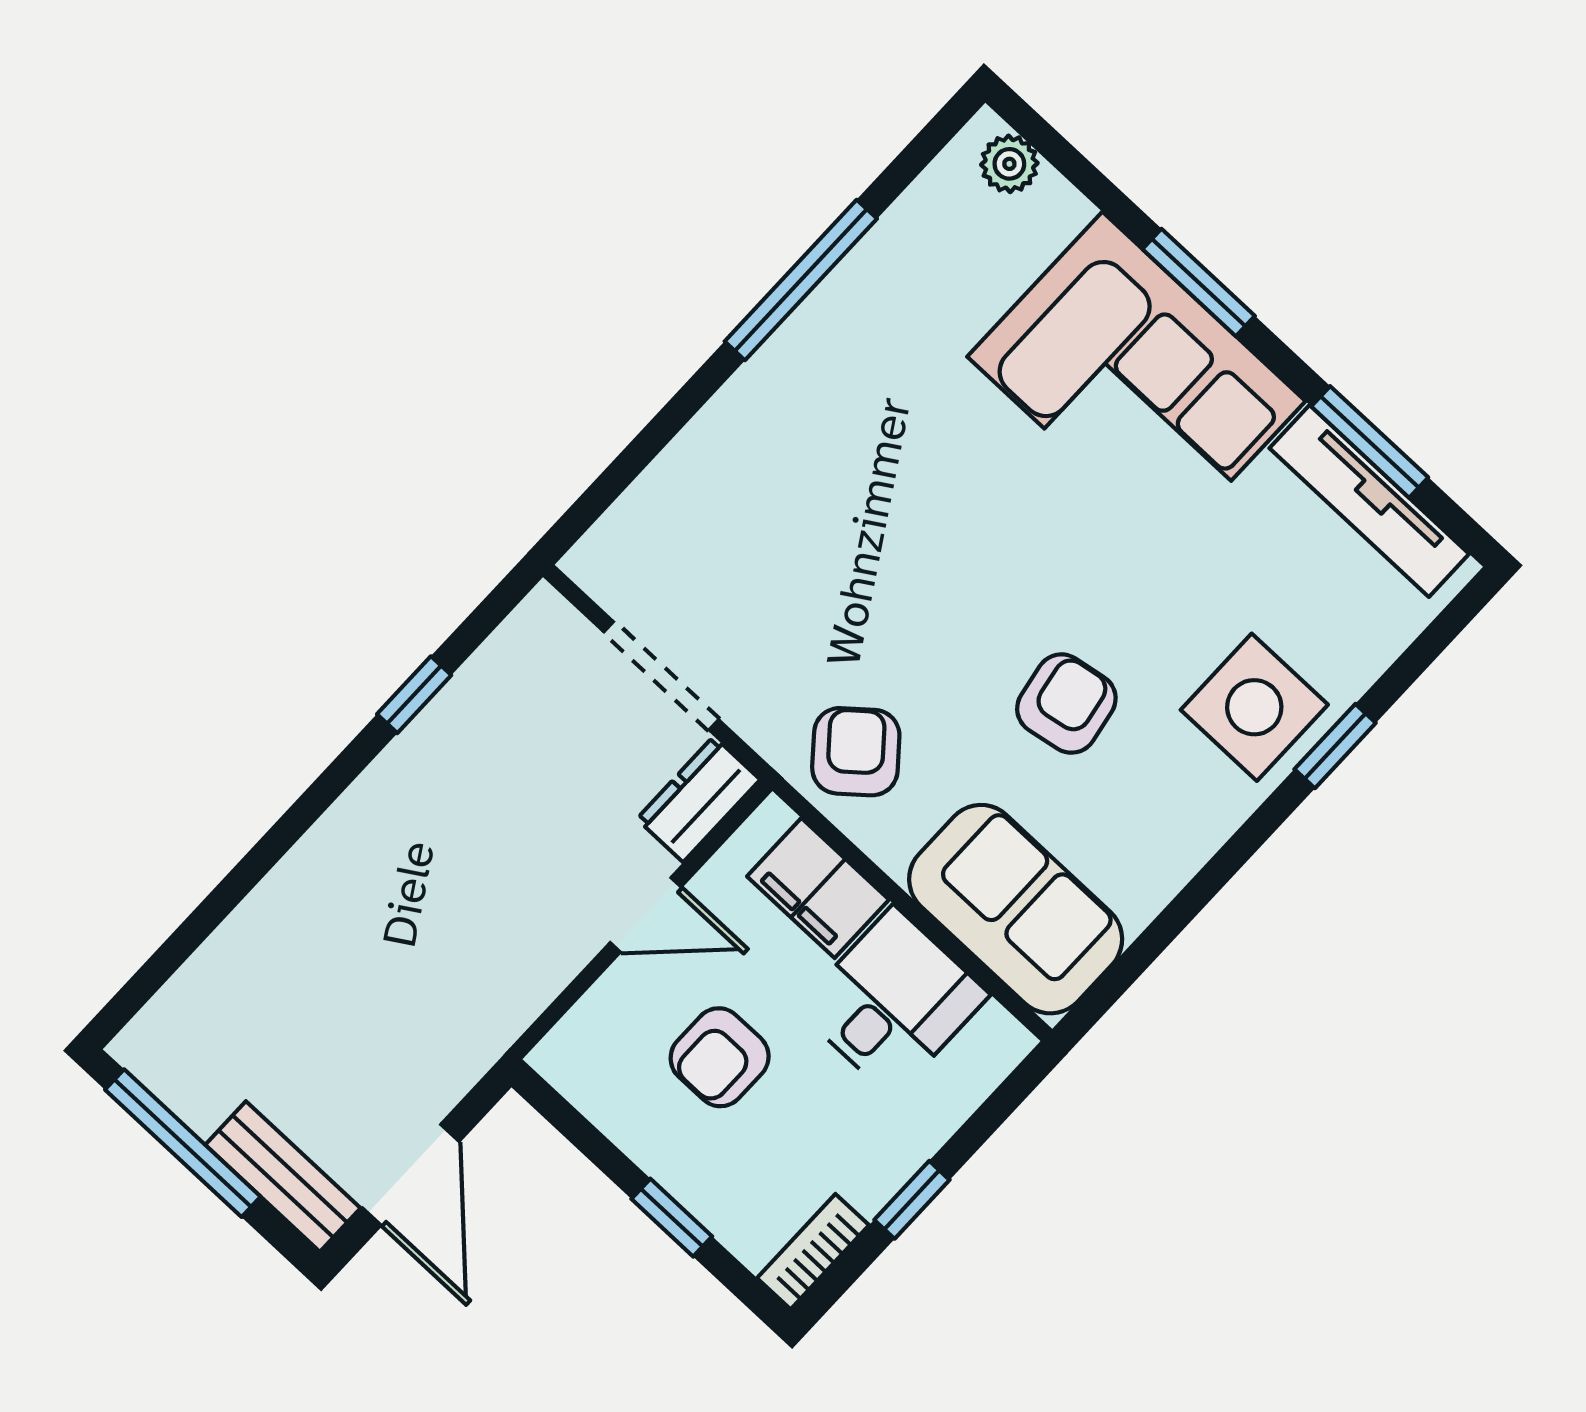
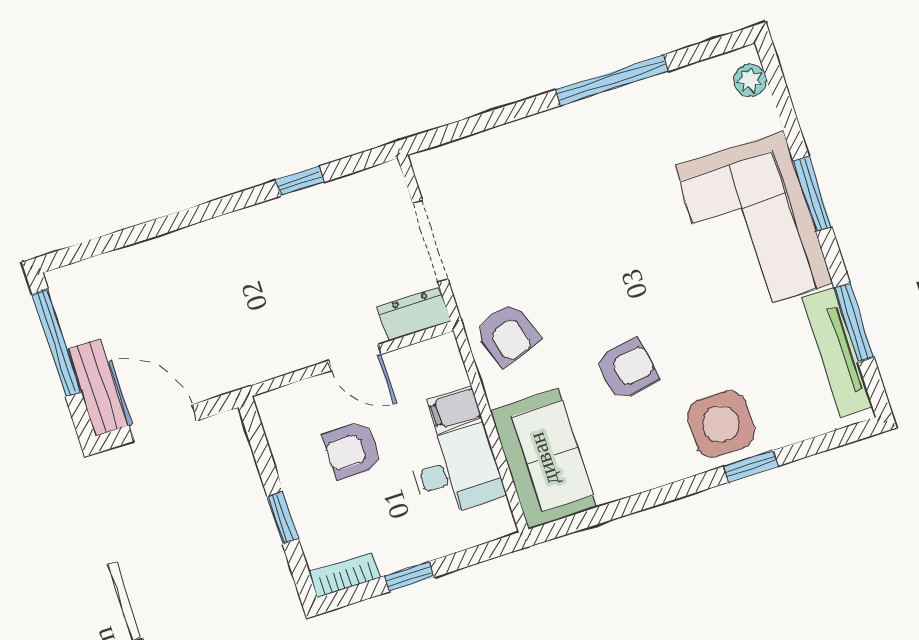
armchair: (856, 752) -> (507, 334), turned 111
filing cabinet: (818, 888) -> (455, 409), width x0.50
door: (411, 1175) -> (163, 423), swing flipped

